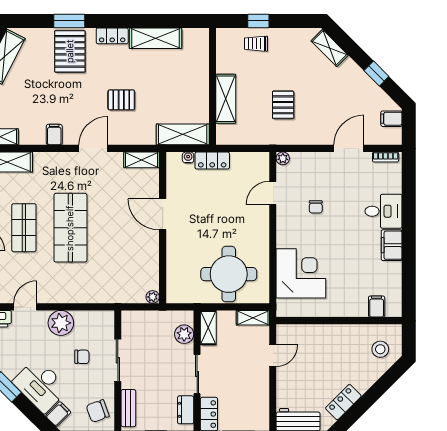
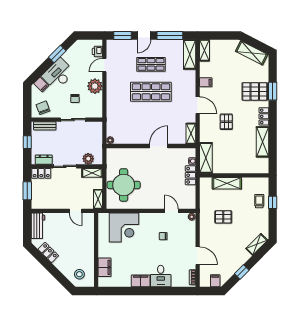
door: (25, 307) -> (104, 65), swing flipped
filing cabinet: (377, 307) -> (105, 267), width x2.00

